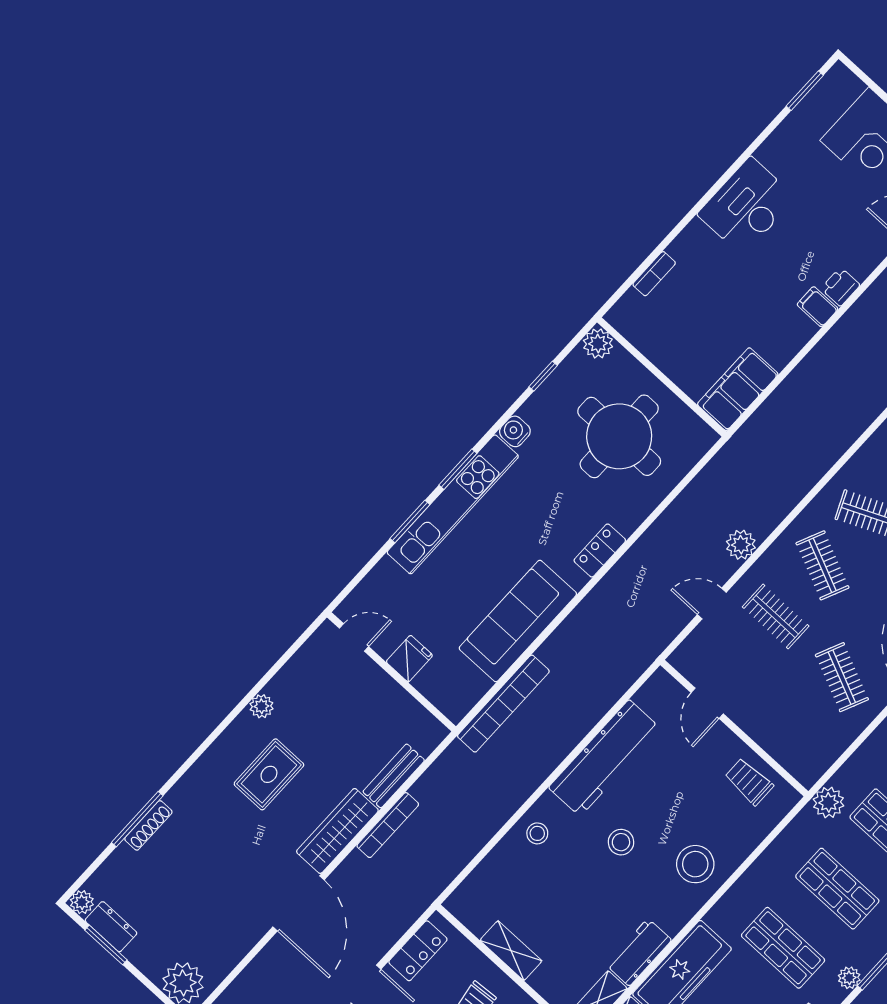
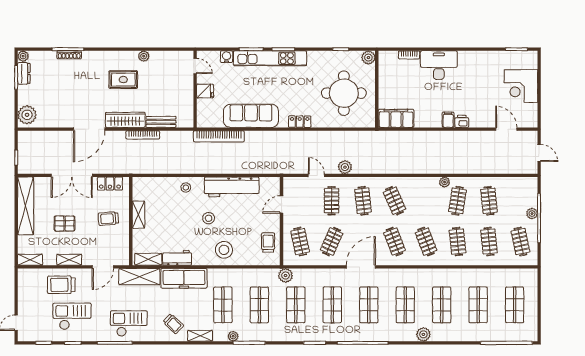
desk: (747, 206) -> (439, 65), moved
water cooler: (515, 431) -> (227, 57), moved
clothes rail: (822, 565) -> (363, 201), turned -30
clothes rail: (795, 728) -> (300, 242), added

